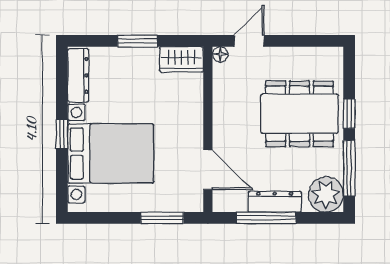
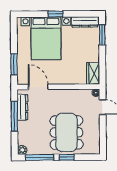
window: (138, 41) -> (102, 35), moved
door: (208, 170) -> (38, 87), swing flipped
plant: (326, 194) -> (22, 150), width x0.53, depth x0.53
dresser: (275, 202) -> (22, 107), moved

